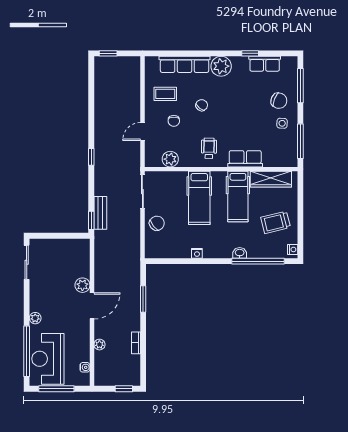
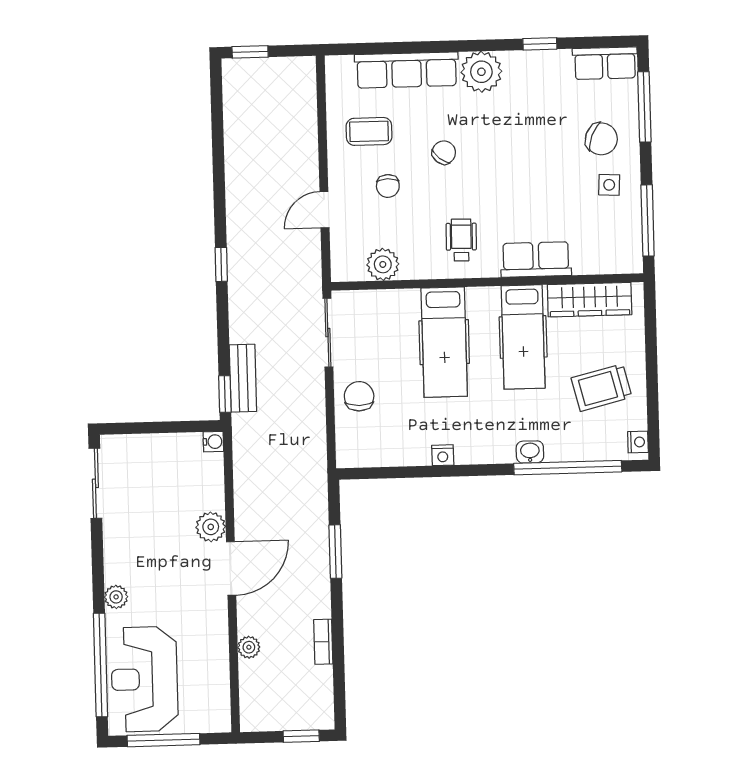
row of seats: (265, 64) -> (605, 63), moved
chair: (157, 223) -> (359, 396), turned -51
water cooler: (85, 367) -> (213, 442), moved

